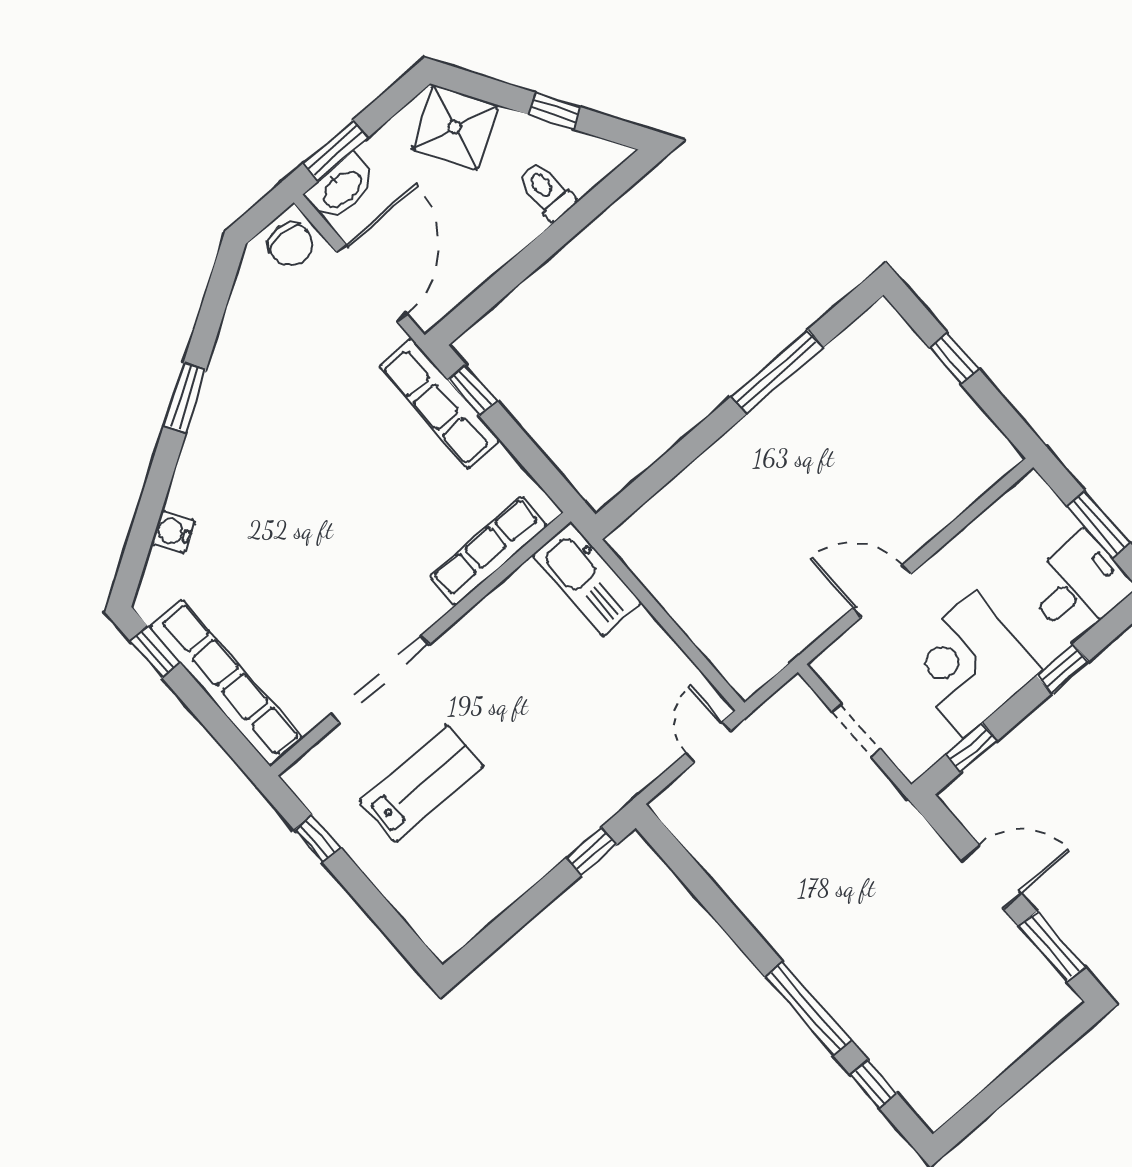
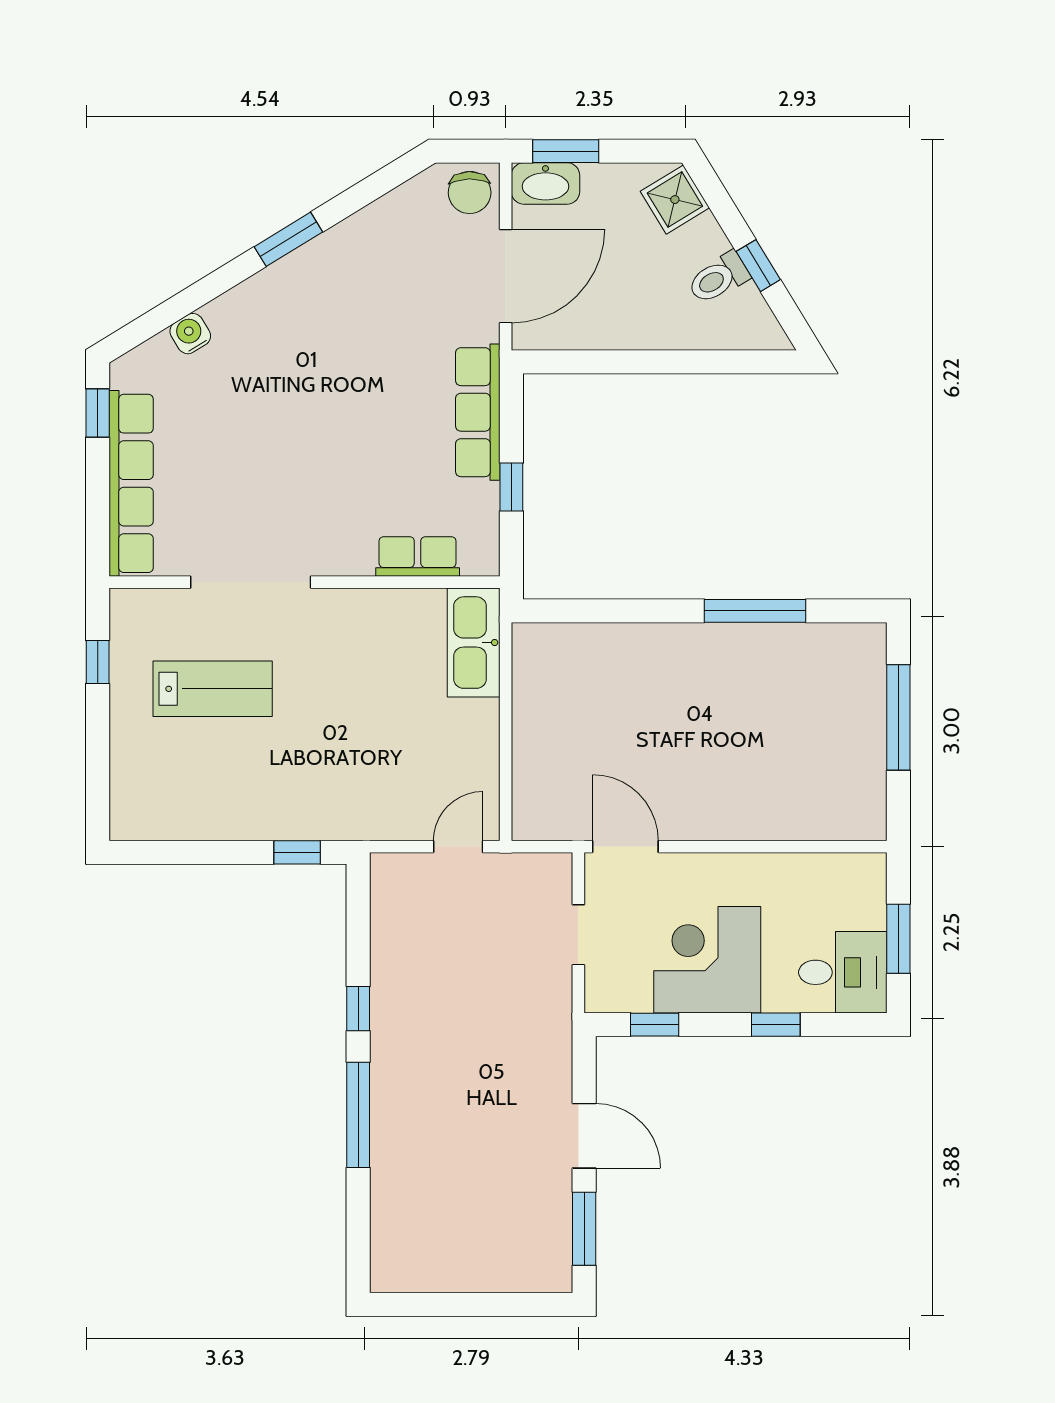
shower: (455, 127) -> (675, 200), width x0.73, depth x0.73
toilet: (547, 191) -> (718, 278), moved, turned -121
window: (954, 358) -> (898, 717), width x2.17
window: (472, 390) -> (511, 487), moved
row of seats: (489, 551) -> (418, 556), width x0.68
door: (882, 591) -> (625, 847), moved
window: (874, 1084) -> (358, 1009), moved

